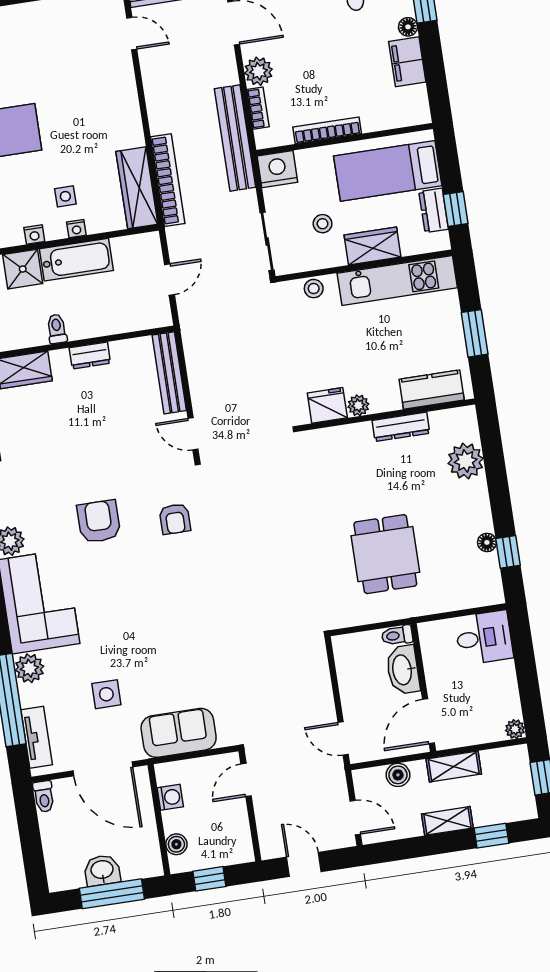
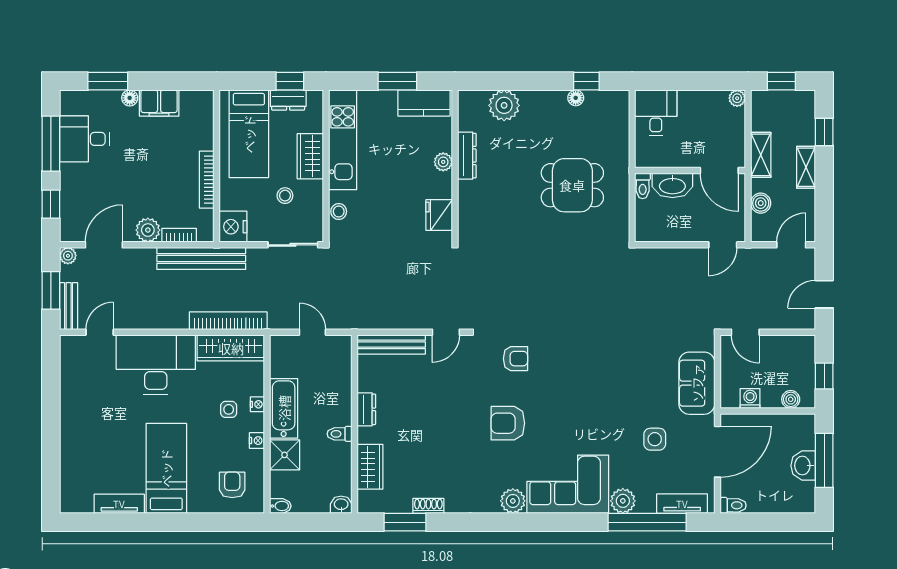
desk: (104, 104) -> (156, 365), added
kitchen counter: (432, 390) -> (424, 103), moved, turned -90
plant: (358, 405) -> (443, 162), moved

